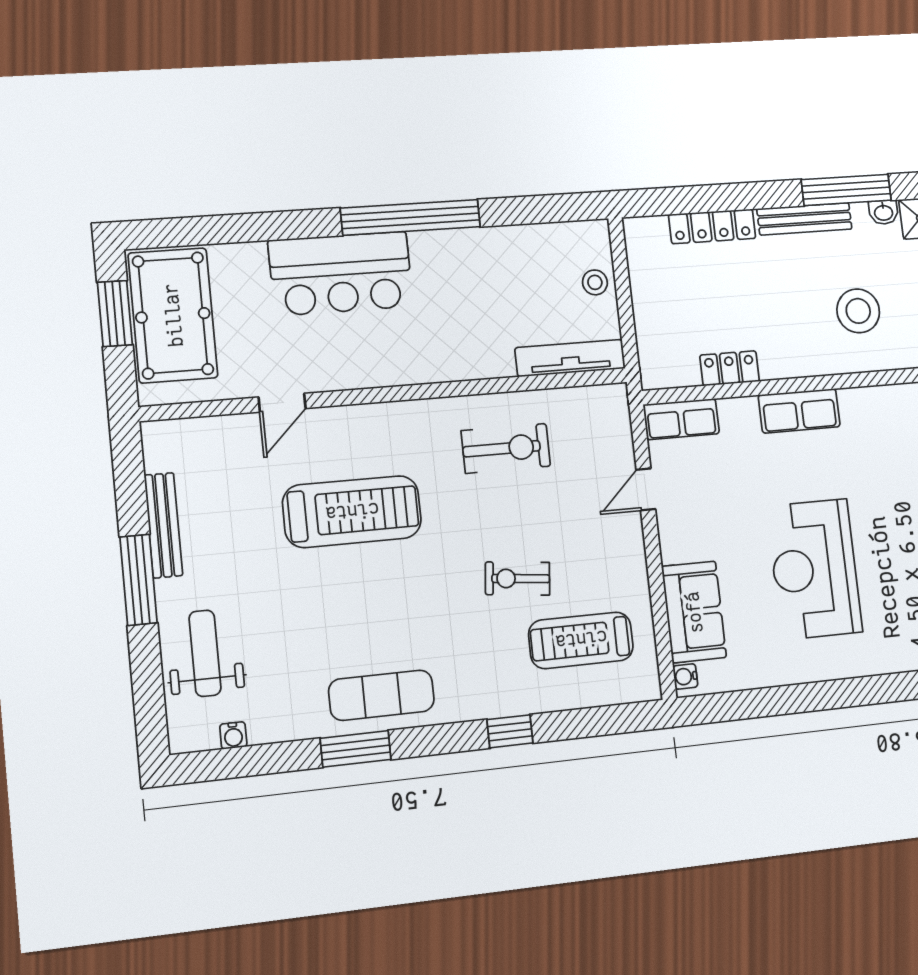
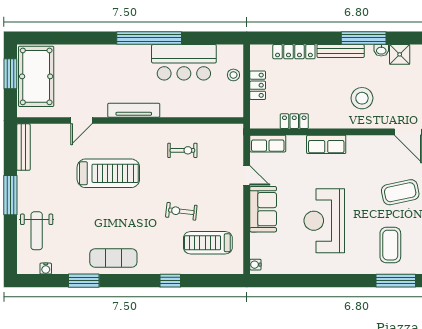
bar counter: (341, 273) -> (184, 62), moved
locker: (647, 300) -> (258, 85), added
tv unit: (570, 358) -> (134, 110), moved
exercise bike: (506, 448) -> (182, 150), width x0.73, depth x0.72
door: (646, 489) -> (247, 175), swing flipped
bench: (163, 525) -> (23, 147), moved
sofa: (694, 612) -> (263, 209), moved
weight bench: (205, 653) -> (37, 231), turned 180
window: (356, 749) -> (84, 281), moved

